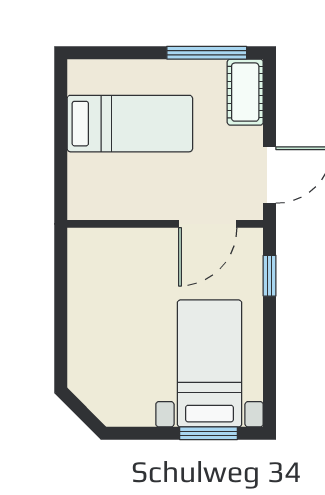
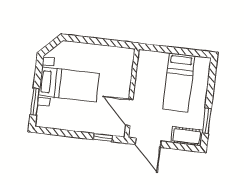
window: (207, 53) -> (207, 121), width x0.69
bed with nightstands: (209, 363) -> (69, 84), moved

